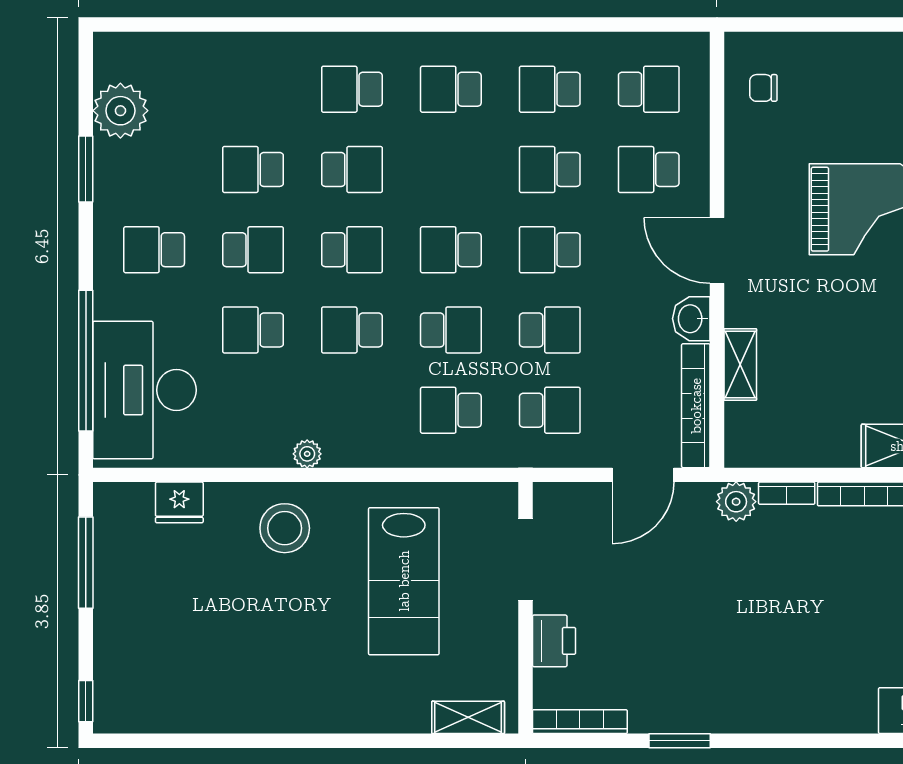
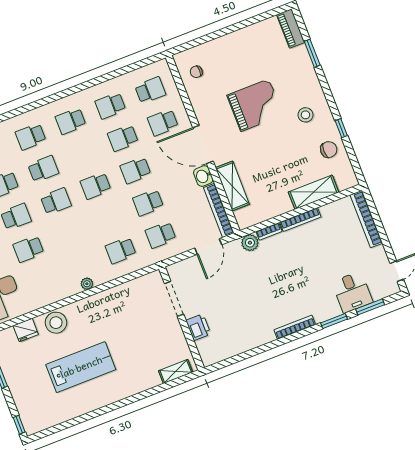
door: (717, 250) -> (203, 144), width x1.36
school desk: (352, 330) -> (68, 234), removed
school desk: (451, 330) -> (108, 218), removed
school desk: (550, 330) -> (148, 203), turned 180
shelving: (740, 364) -> (232, 186), width x1.50, depth x1.33
school desk: (550, 410) -> (161, 235), turned 180
plant: (307, 454) -> (87, 284), moved
stool: (285, 528) -> (56, 323), moved
lab bench: (404, 581) -> (81, 367), moved, turned -90
bookcase: (580, 722) -> (295, 327), moved
window: (680, 741) -> (334, 321), moved

